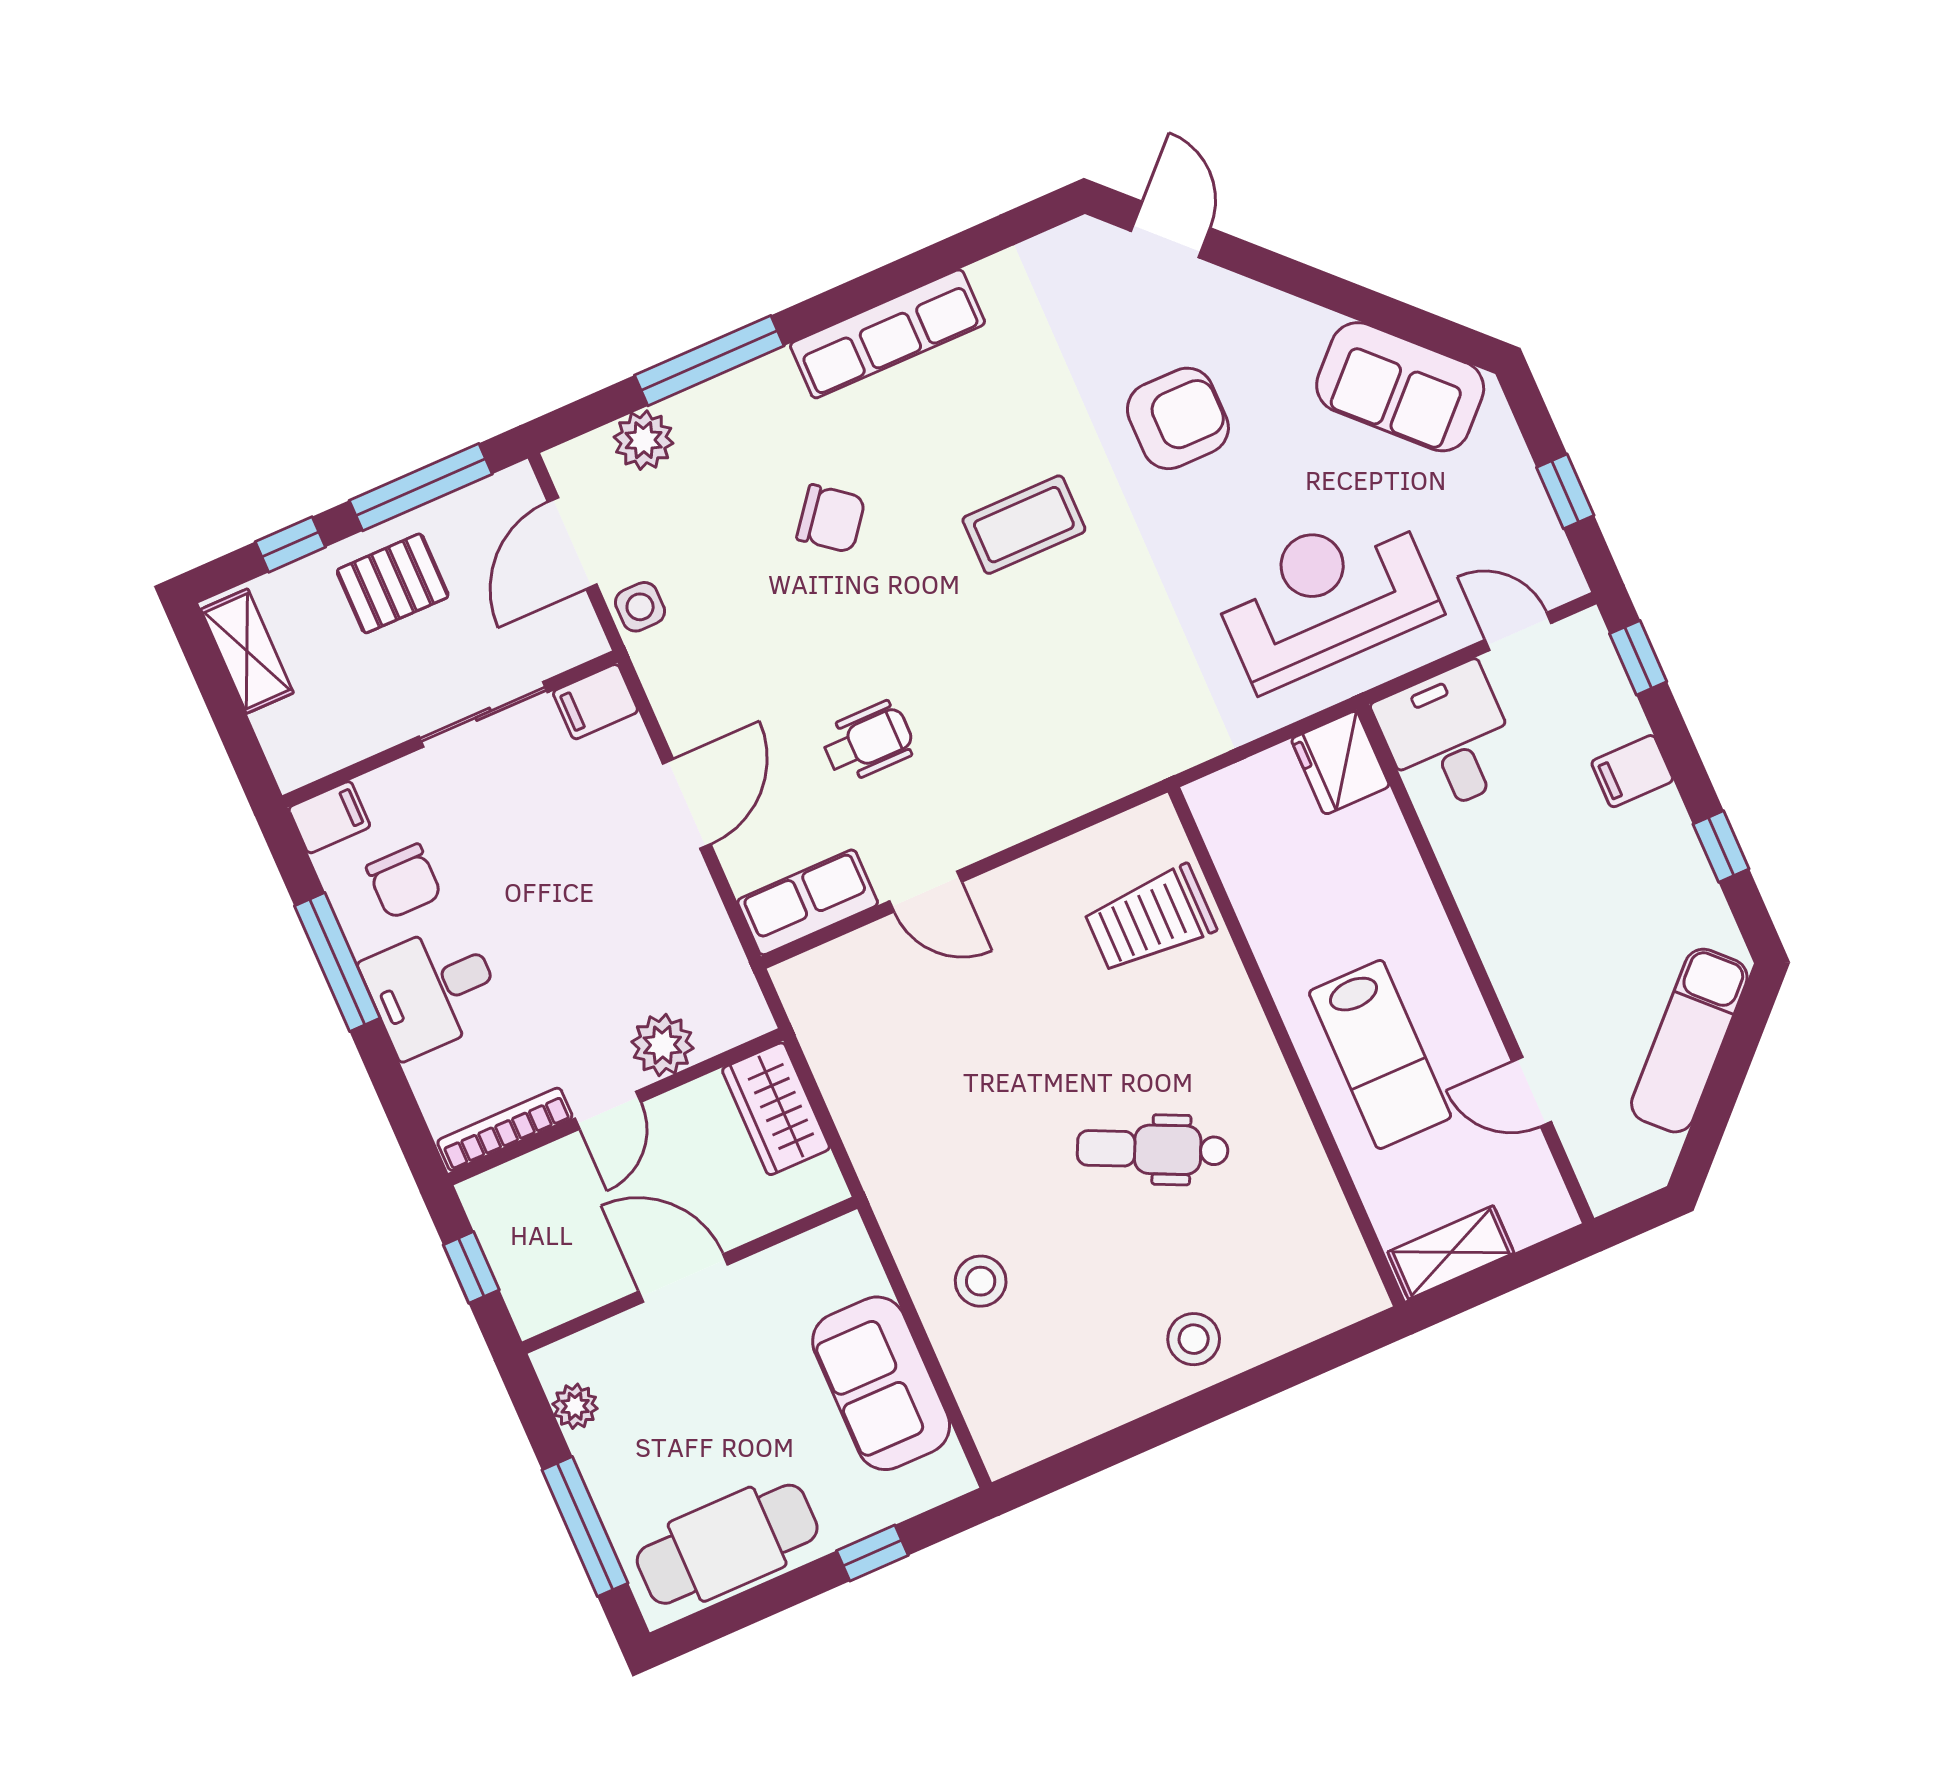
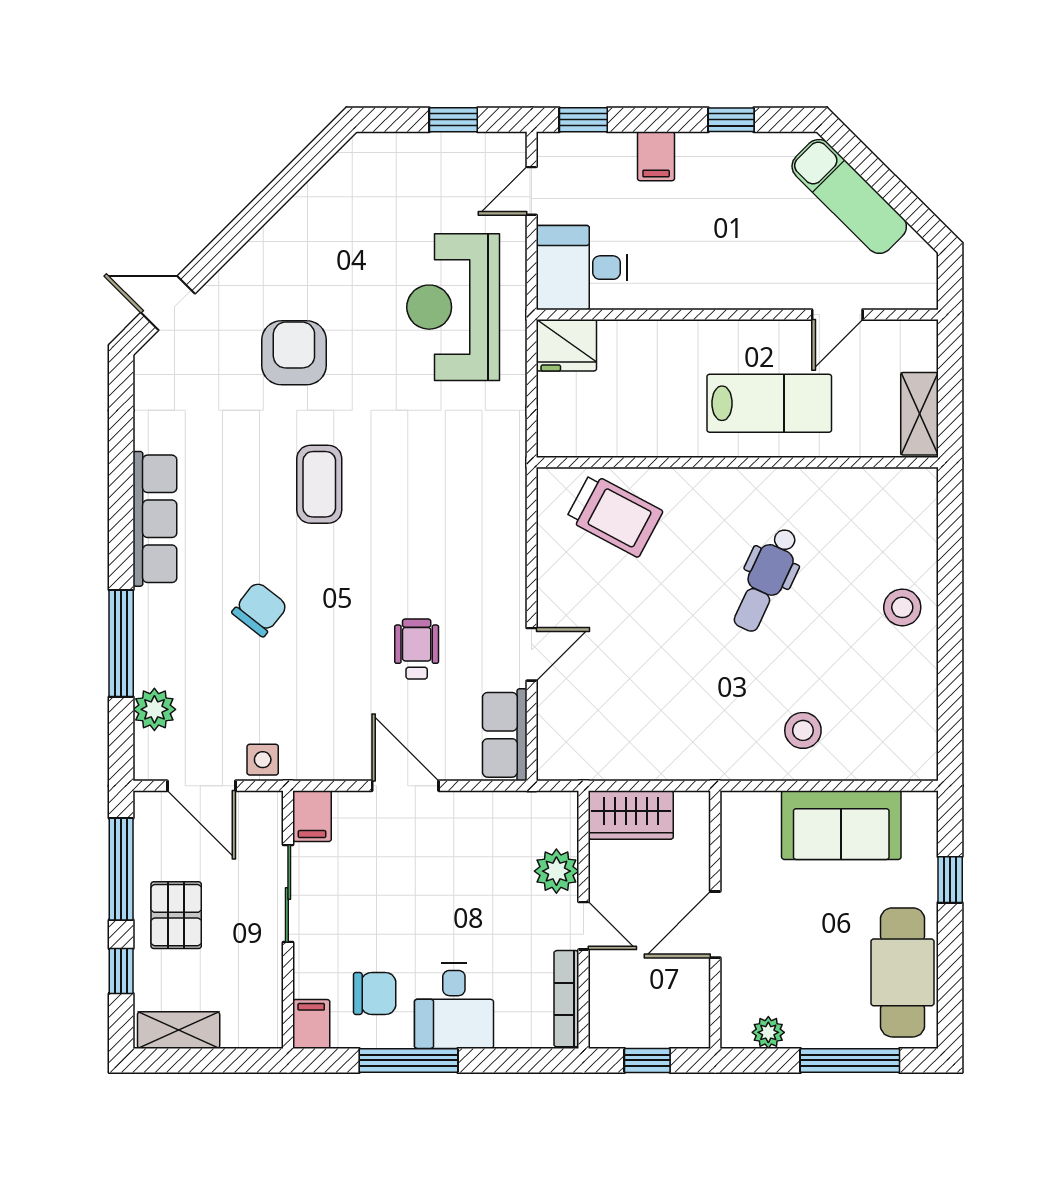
sofa: (1400, 387) -> (337, 198), removed
trolley: (1150, 919) -> (614, 515), turned -62

